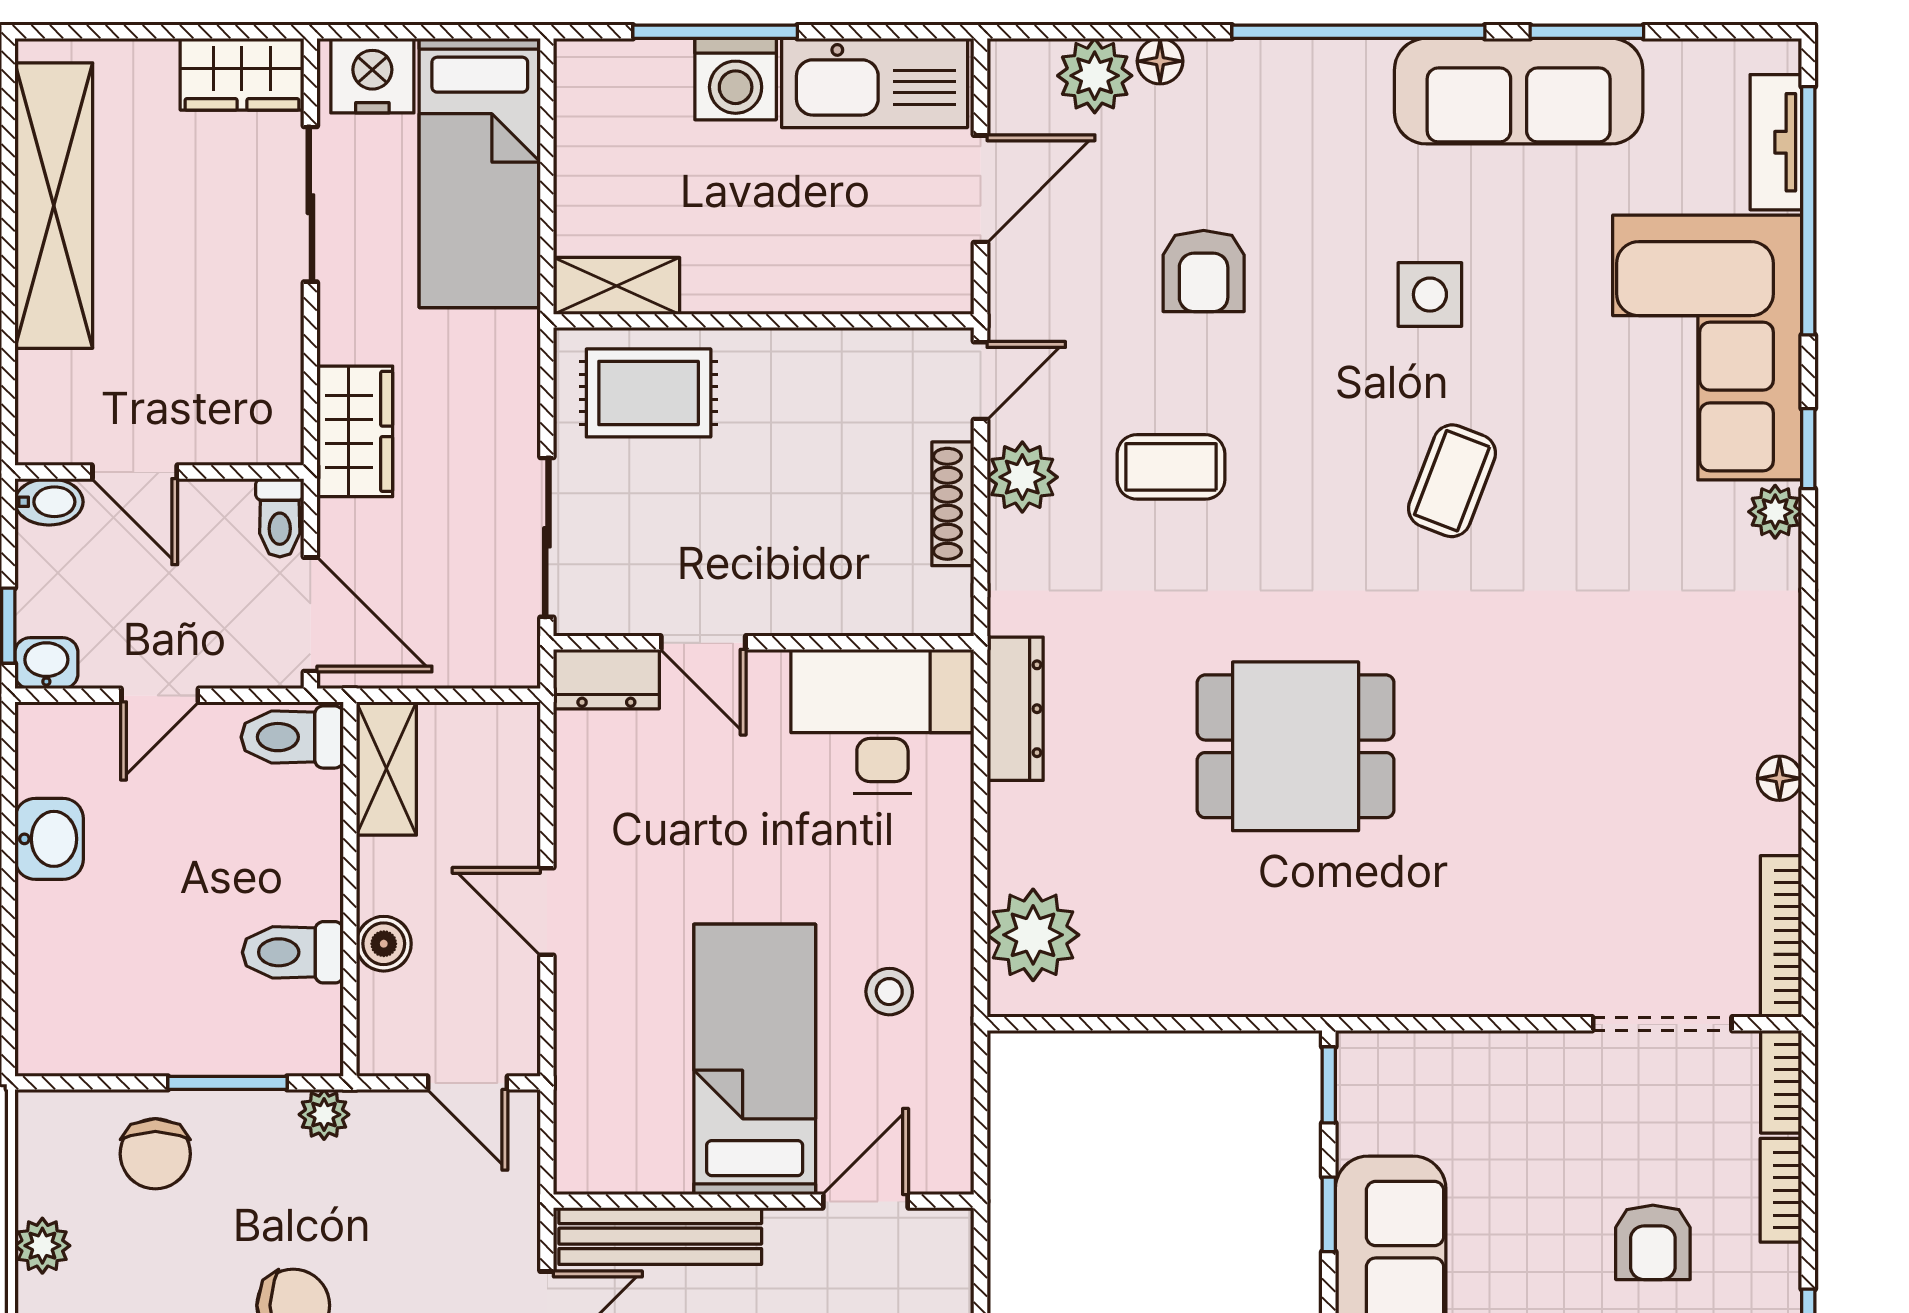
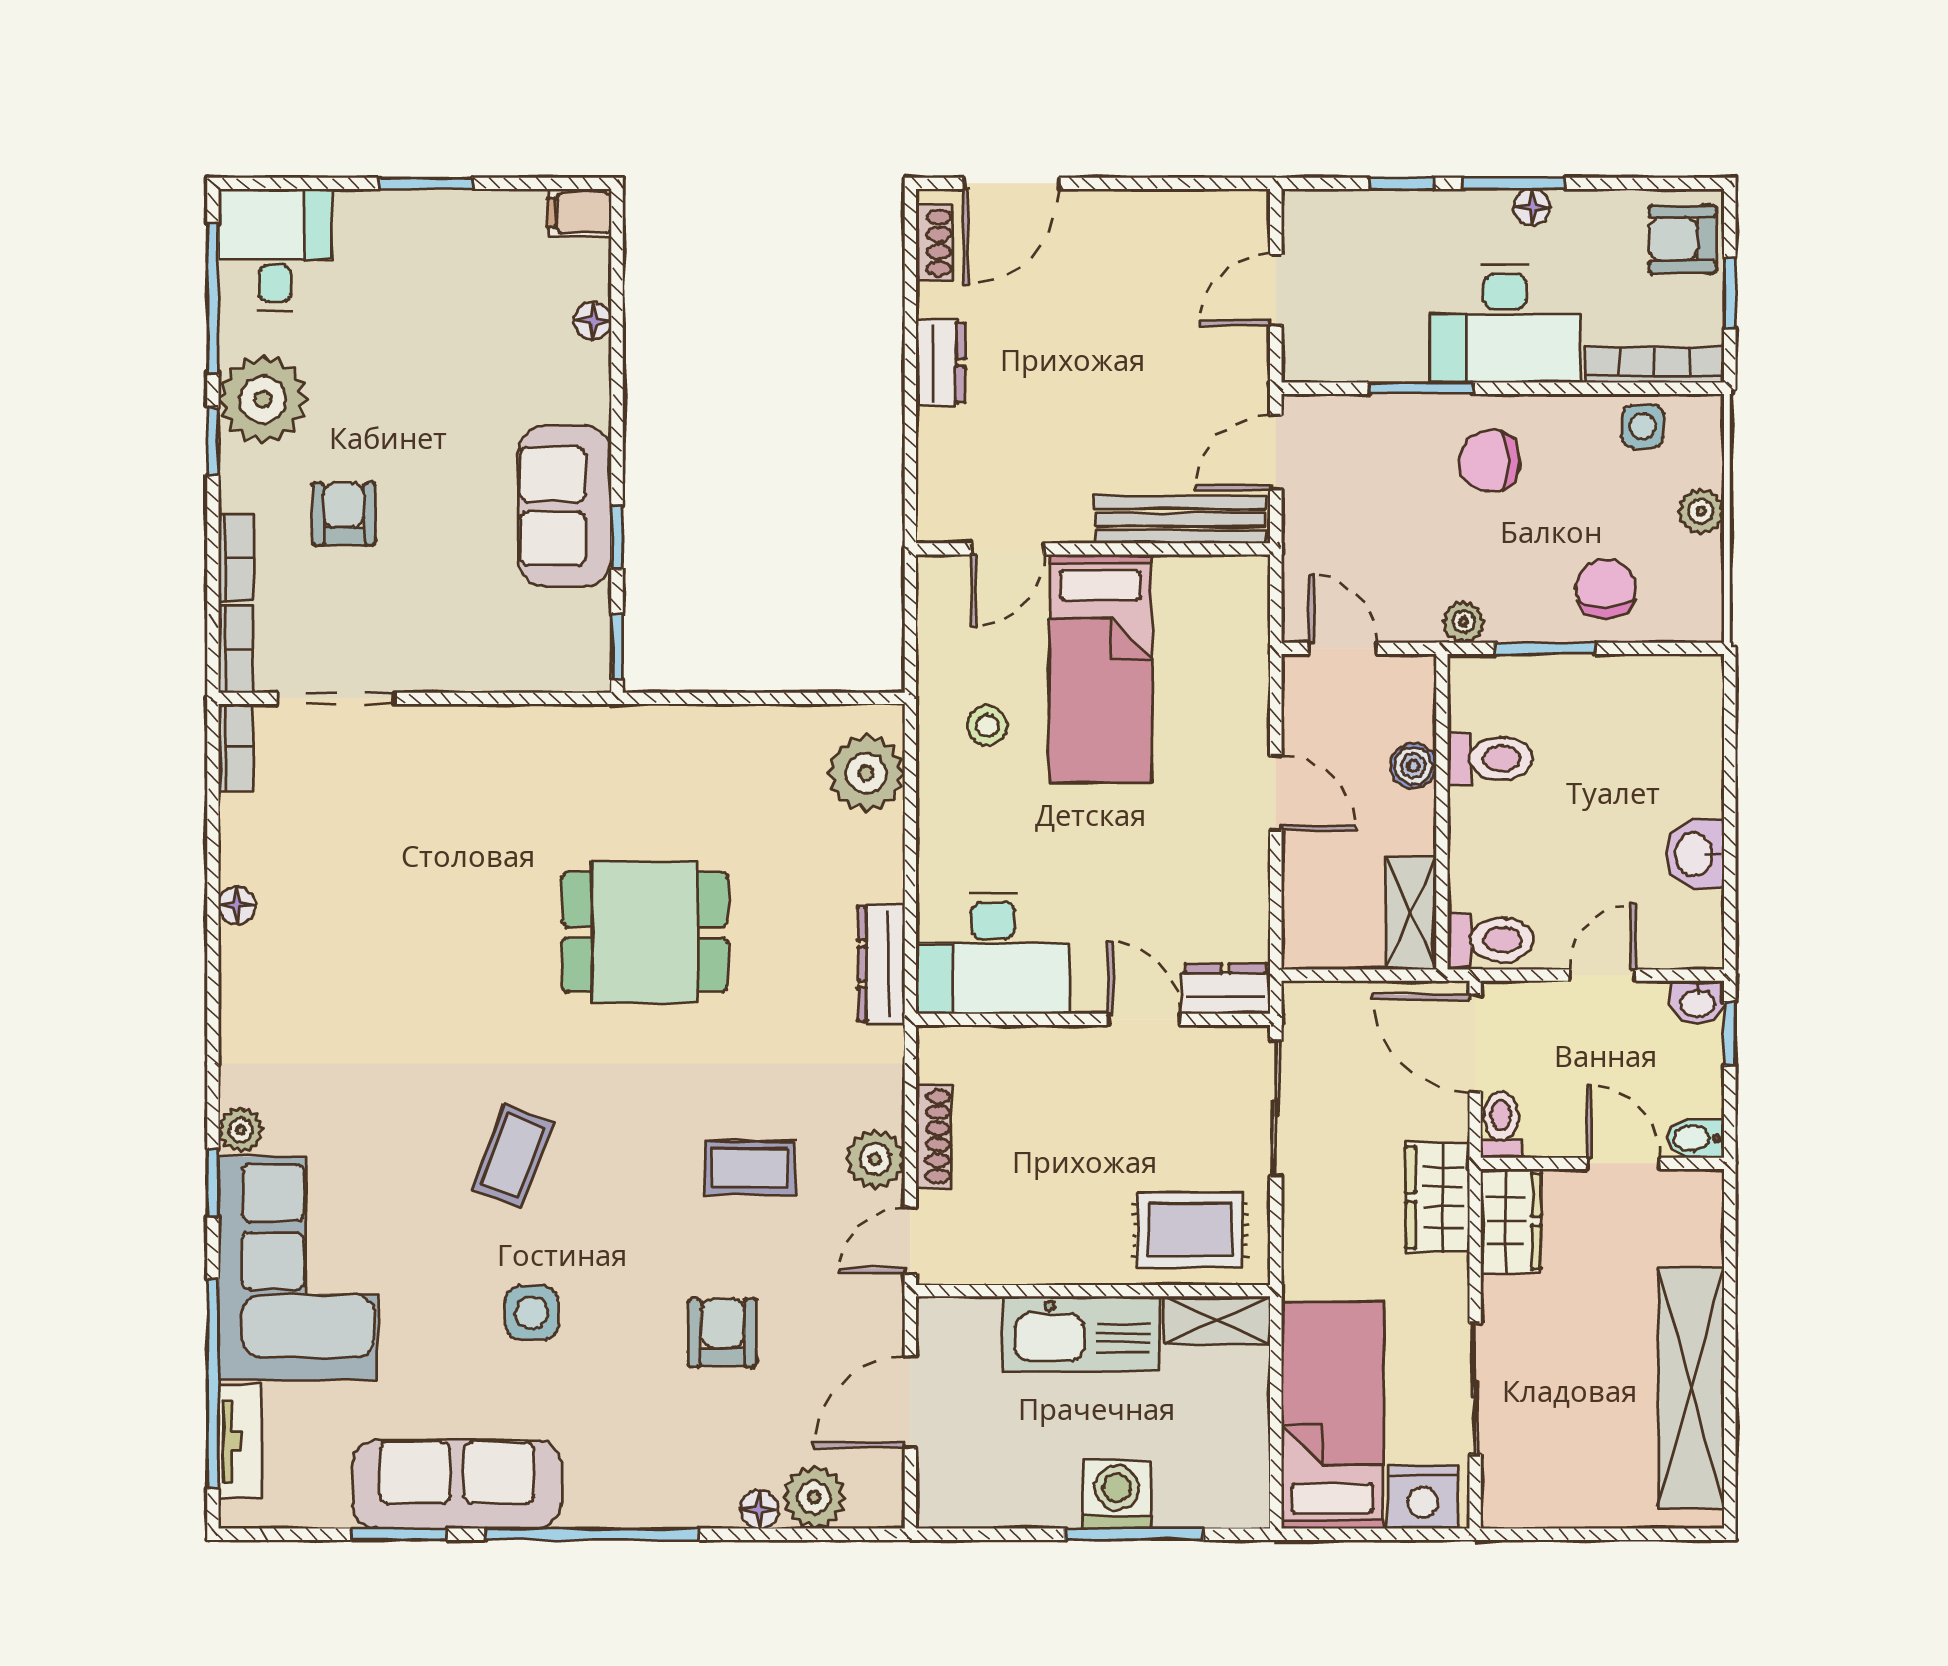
wardrobe: (242, 74) -> (1511, 1221), moved, turned 90
kitchen sink: (875, 83) -> (1081, 1334), moved, turned 180
bookcase: (1781, 936) -> (236, 747), width x0.64

